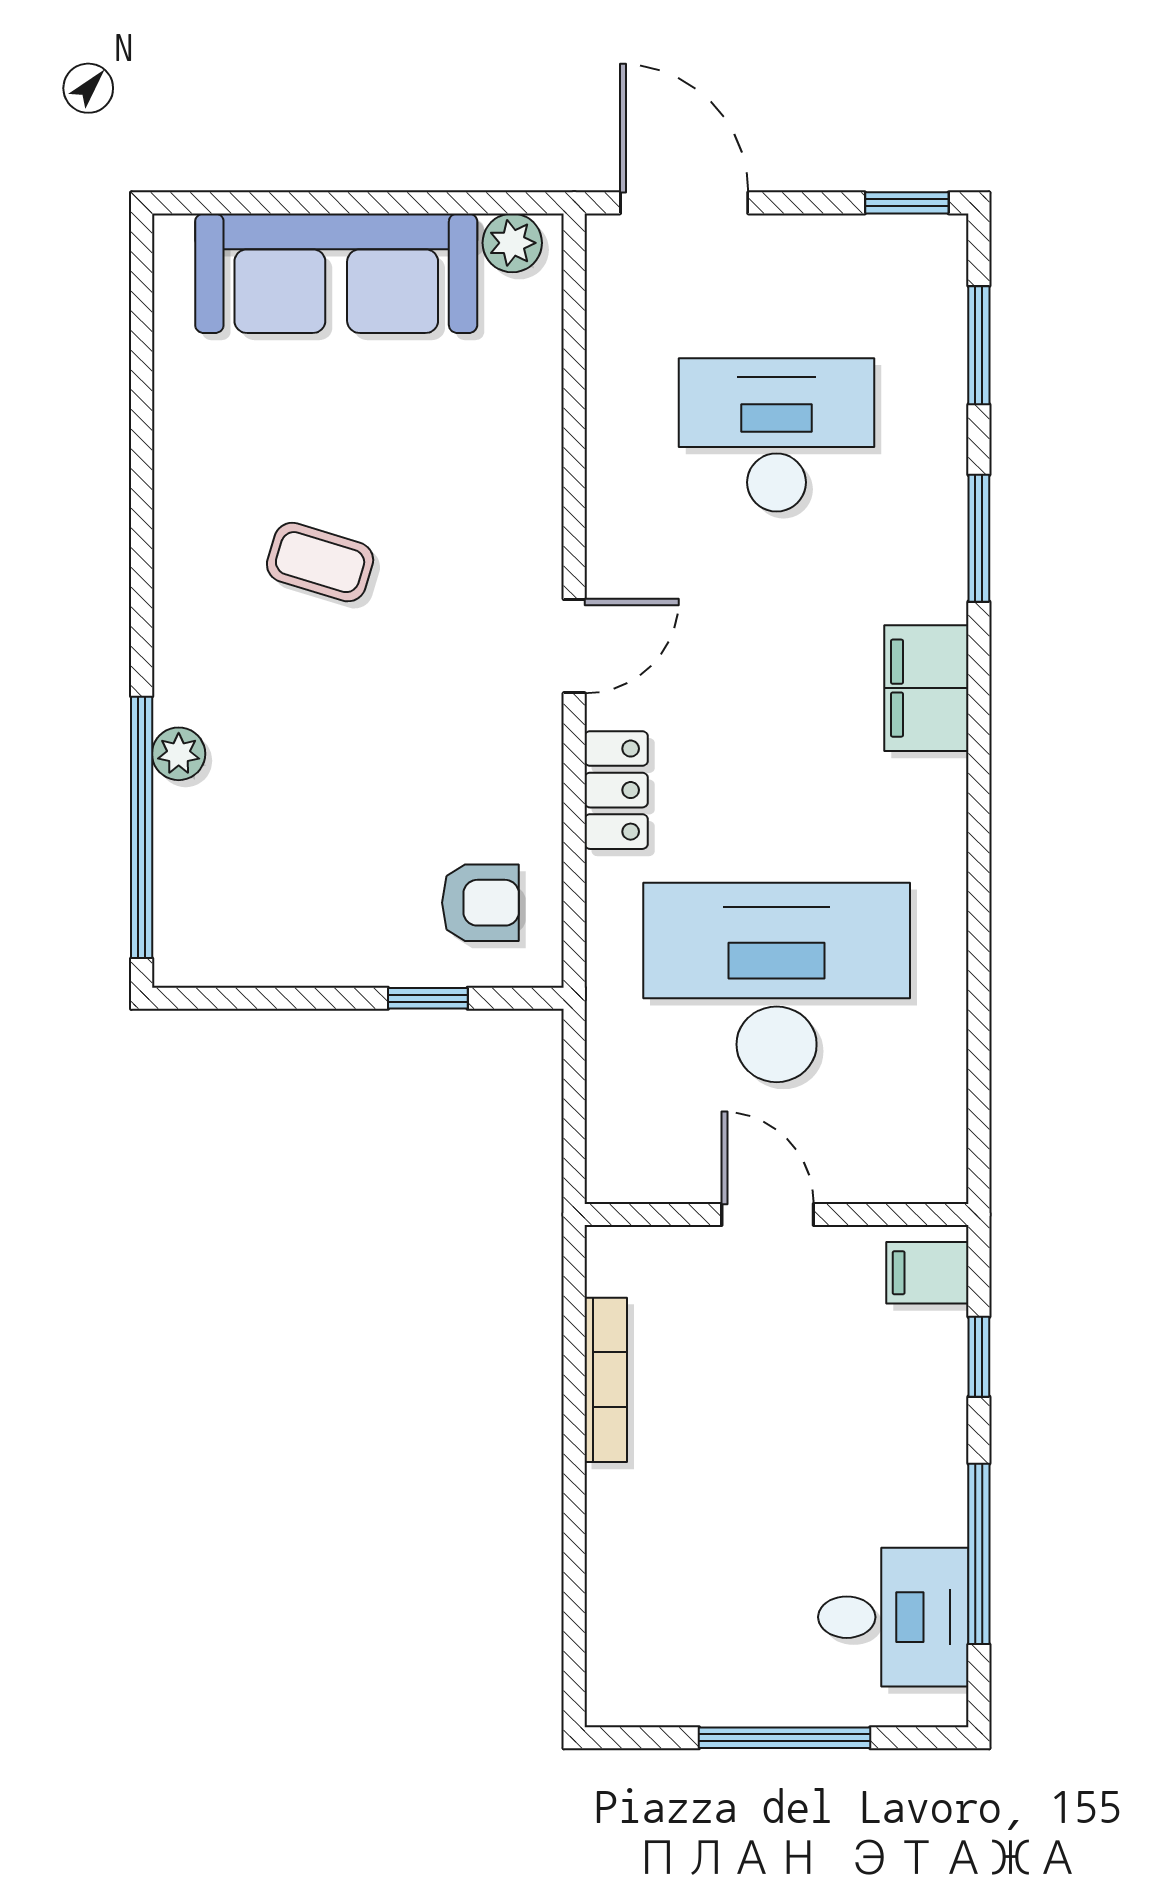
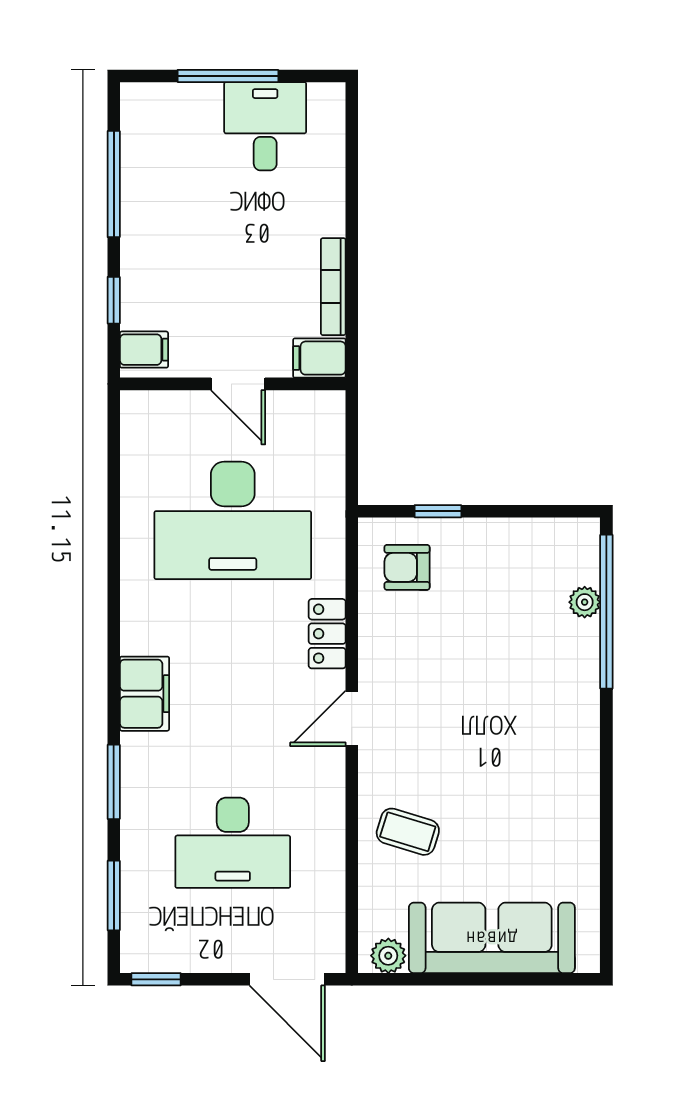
coffee table: (320, 562) -> (408, 832), moved
plant: (179, 754) -> (585, 602), moved
filing cabinet: (629, 1258) -> (319, 358), added
desk: (893, 1617) -> (265, 126), moved, turned 90

